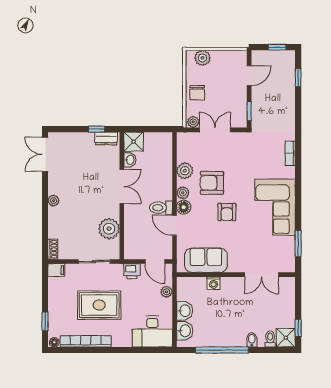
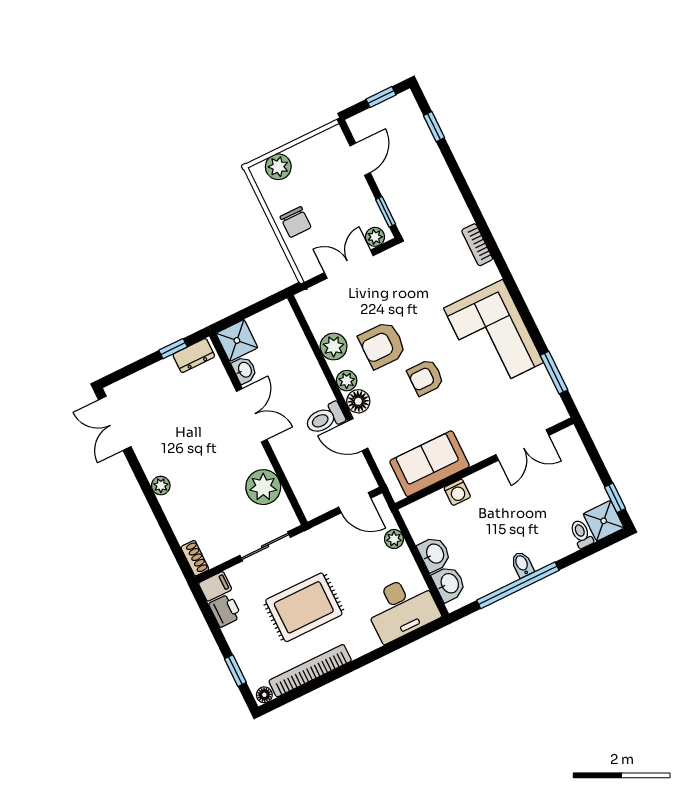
plant: (193, 122) -> (375, 237), moved
armchair: (227, 212) -> (426, 377), turned 90
printer: (132, 271) -> (225, 610), moved, turned -90
bidet: (252, 340) -> (522, 564), moved

